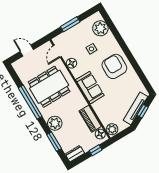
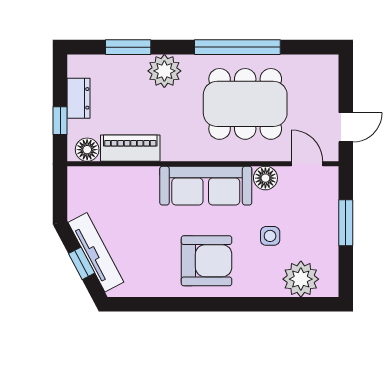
door: (27, 50) -> (346, 127), moved
dining table: (49, 87) -> (245, 104), turned 90
sofa: (90, 88) -> (206, 186), width x1.36
plant: (112, 129) -> (82, 180), removed
dresser: (75, 154) -> (78, 98), moved

